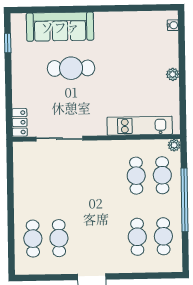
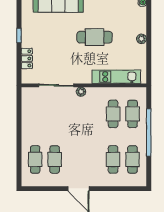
window: (8, 43) -> (19, 36), moved
cafe table: (71, 68) -> (95, 37), moved
locker: (20, 122) -> (27, 58), moved
plant: (174, 145) -> (81, 92), moved

